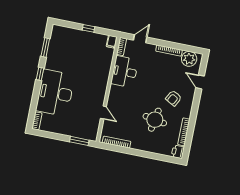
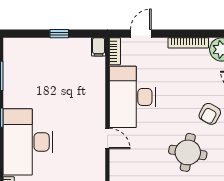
desk: (125, 72) -> (132, 97), width x1.36, depth x1.30
door: (103, 113) -> (107, 139), moved

